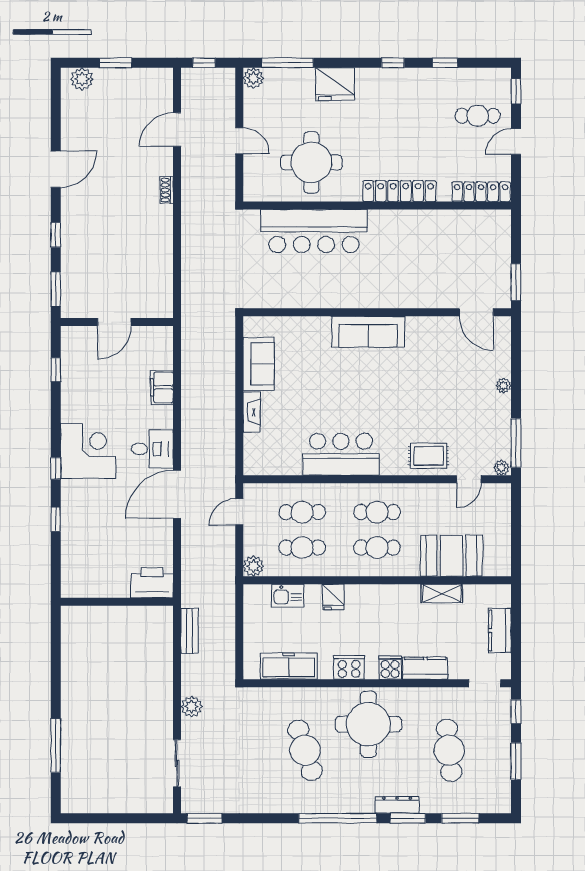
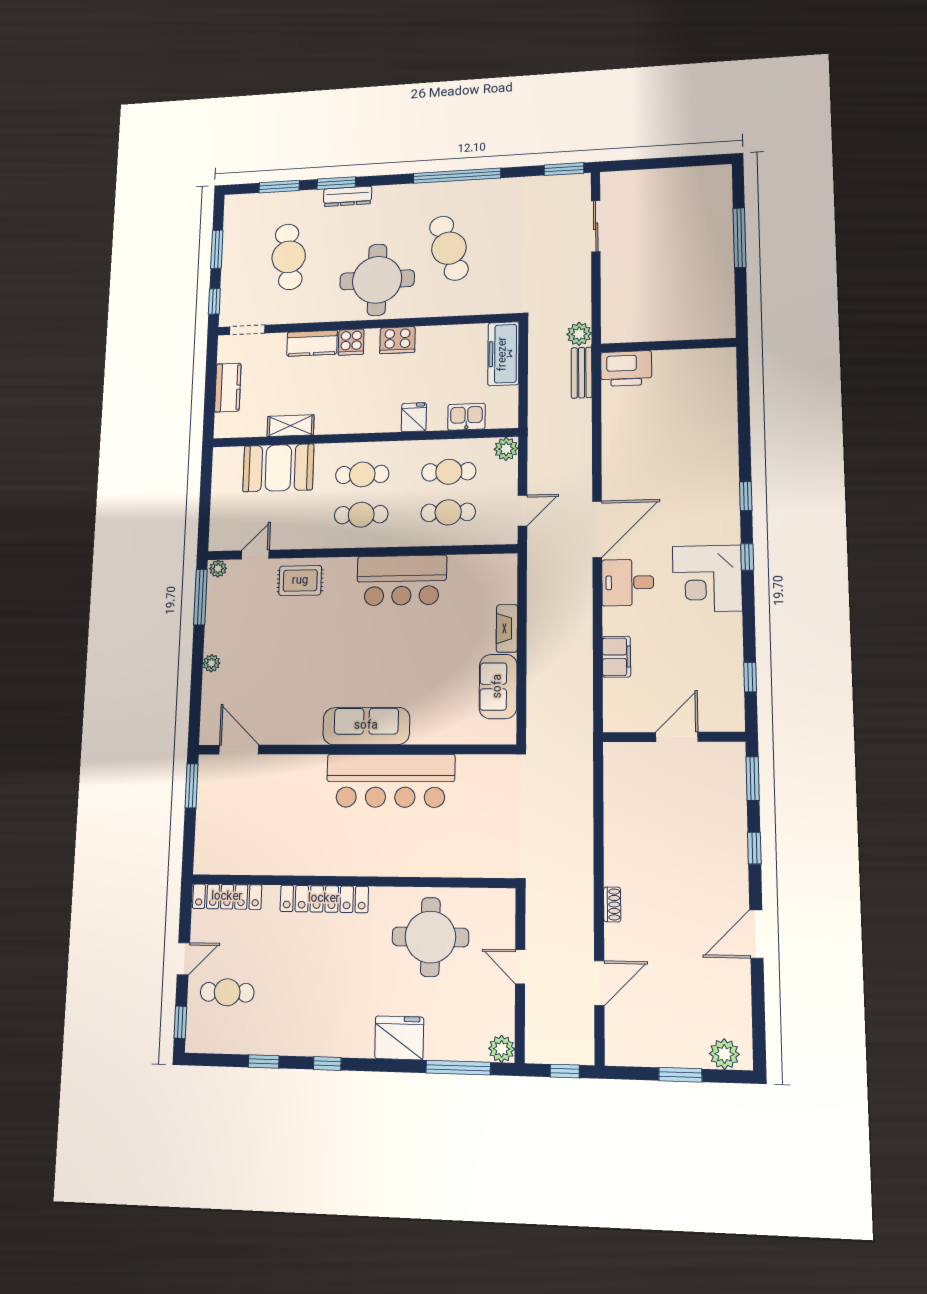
bar counter: (314, 231) -> (390, 781), moved, turned 180
printer: (152, 583) -> (626, 369), moved
wall: (117, 602) -> (668, 345), moved
freezer: (289, 666) -> (503, 354), moved, turned 90
plant: (192, 707) -> (579, 334), moved
window: (338, 818) -> (457, 176), moved

